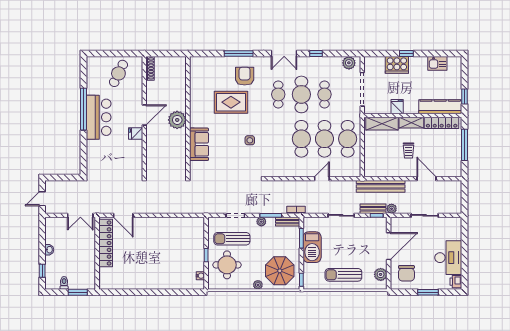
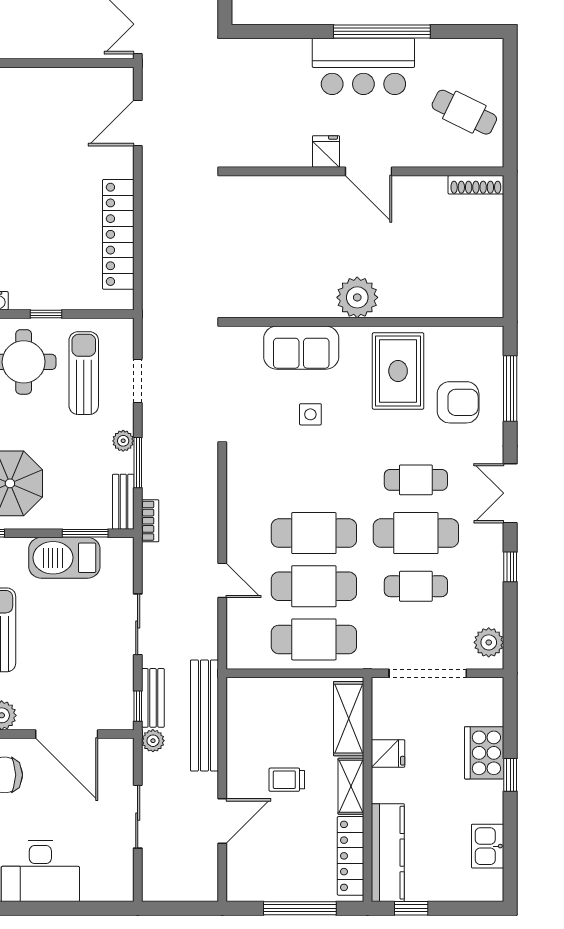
wall: (188, 117) -> (365, 322), moved
plant: (177, 120) -> (357, 297), moved
sofa: (199, 144) -> (301, 348), moved
locker: (106, 243) -> (118, 234), moved, turned 90

